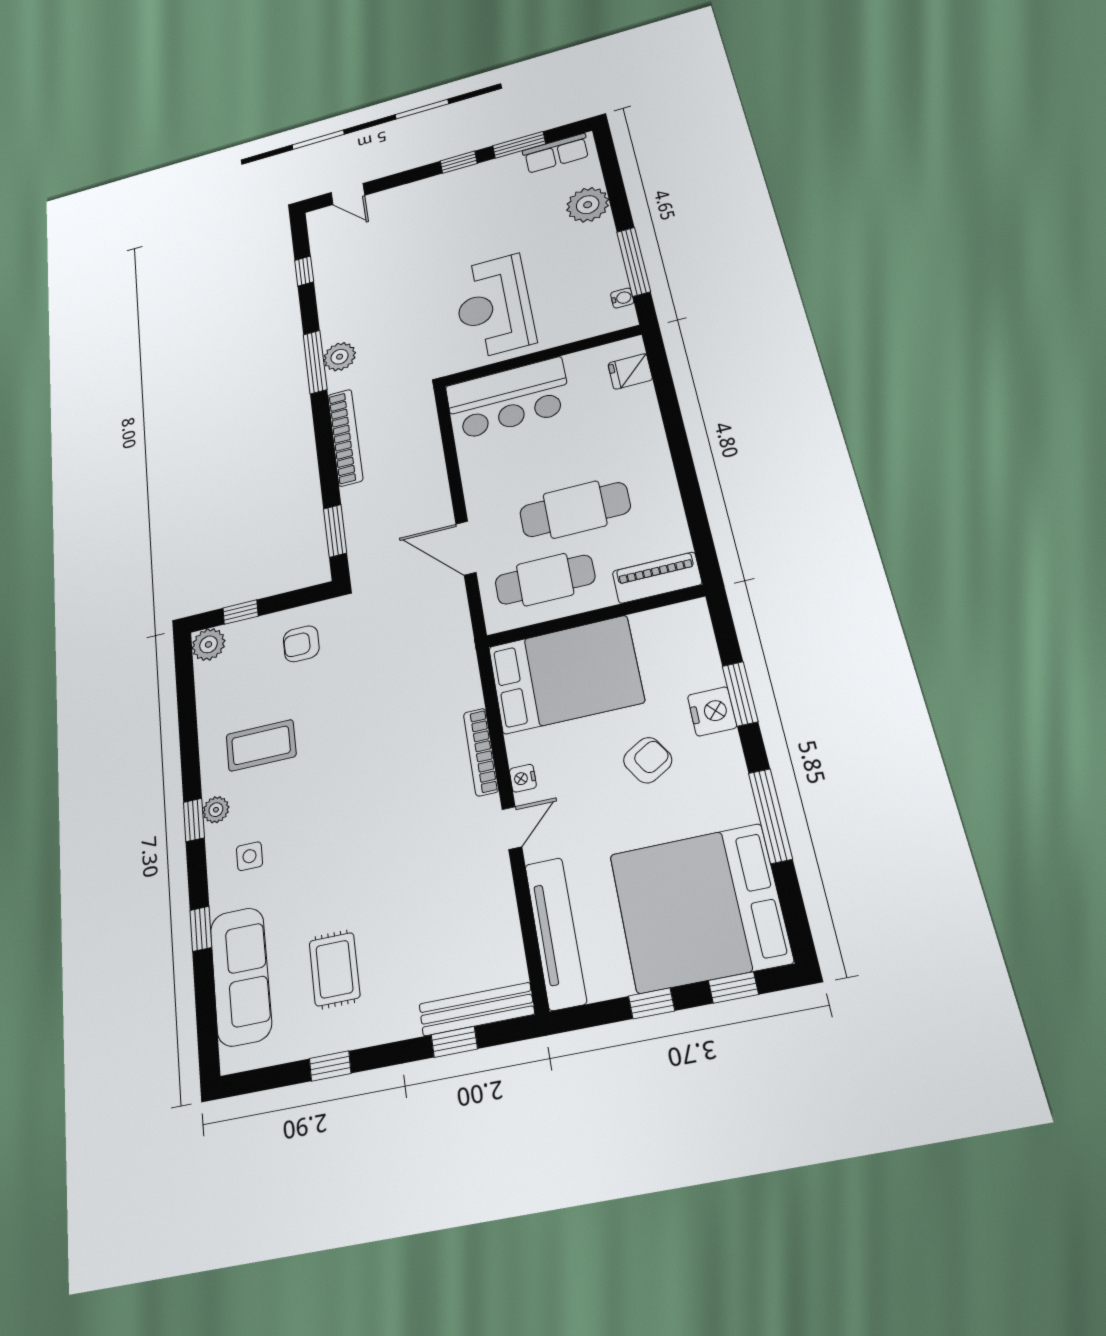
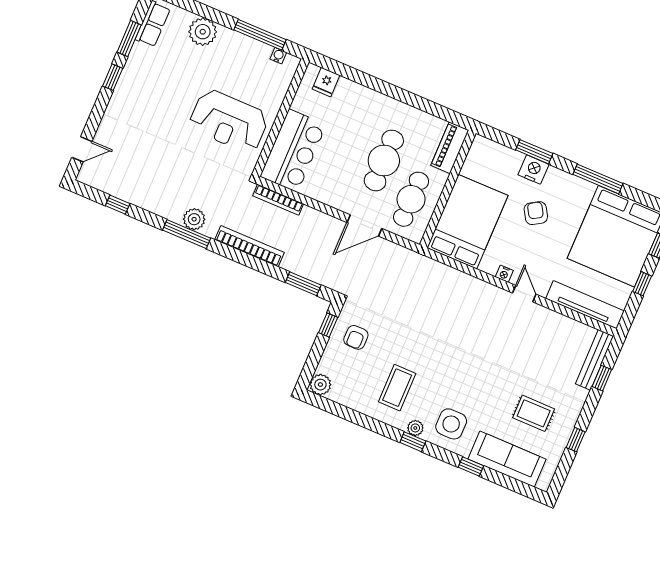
window: (241, 612) -> (328, 325), moved
bookcase: (481, 752) -> (278, 200), moved
side table: (250, 856) -> (451, 424), width x1.87, depth x1.87

